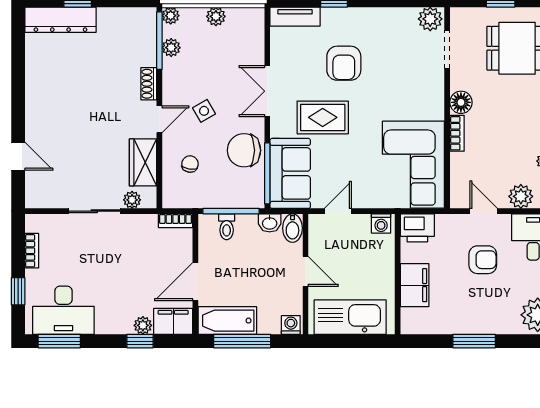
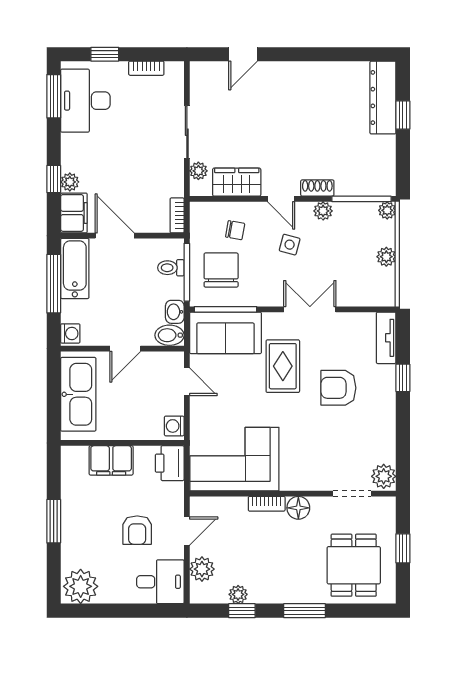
plant: (171, 48) -> (323, 211), moved
side table: (204, 111) -> (290, 245), turned 45
chair: (244, 150) -> (221, 270), moved

